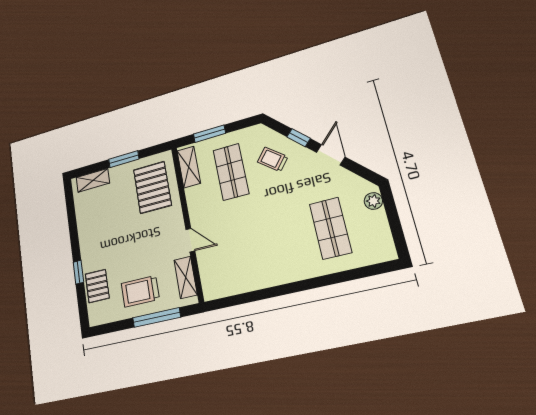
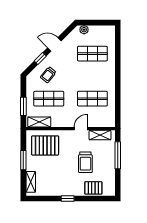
shop shelf: (247, 248) -> (92, 99), added
window: (78, 272) -> (68, 199), moved
trolley: (140, 291) -> (85, 162), moved

